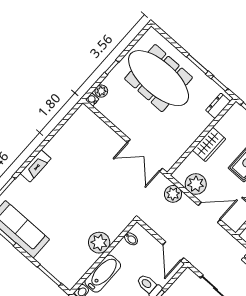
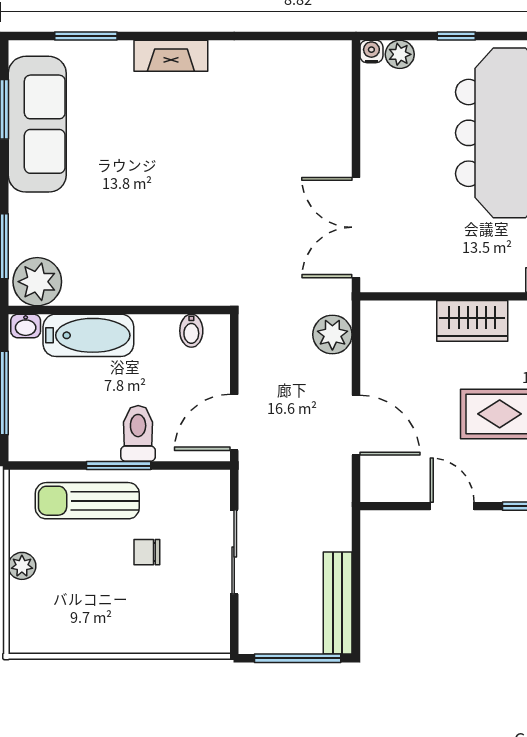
plant: (196, 184) -> (384, 358), removed
plant: (99, 243) -> (37, 282), moved

